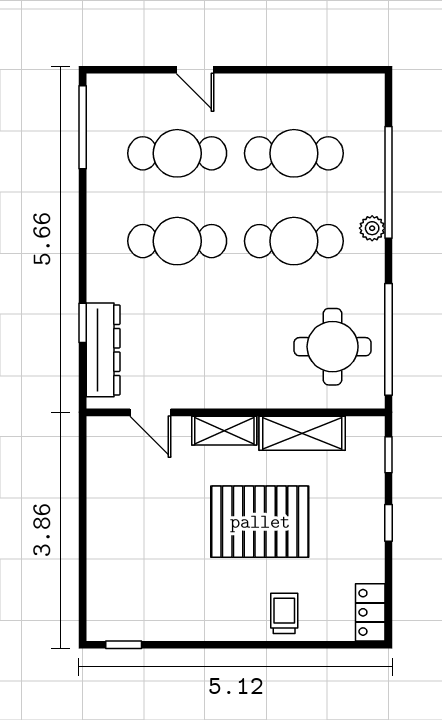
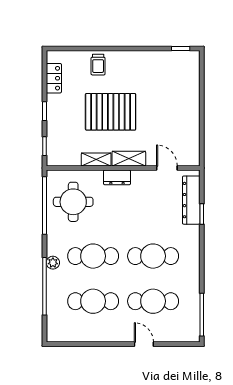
dresser: (247, 394) -> (117, 177), added
shelving: (302, 433) -> (96, 159), width x0.67, depth x0.75
locker: (370, 612) -> (54, 78), moved

